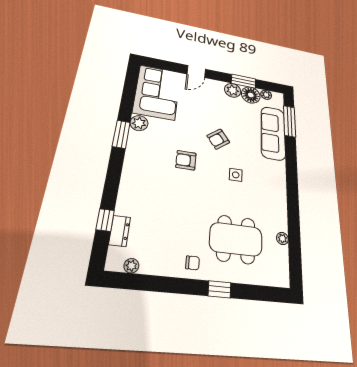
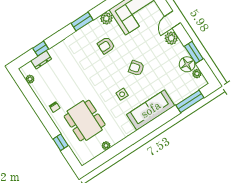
door: (196, 72) -> (172, 20), hinge flipped
plant: (233, 90) -> (171, 38), moved
sofa: (273, 133) -> (151, 110), moved
window: (121, 134) -> (82, 22), moved
armchair: (186, 160) -> (106, 45), moved, turned -90
window: (220, 289) -> (61, 142), moved

